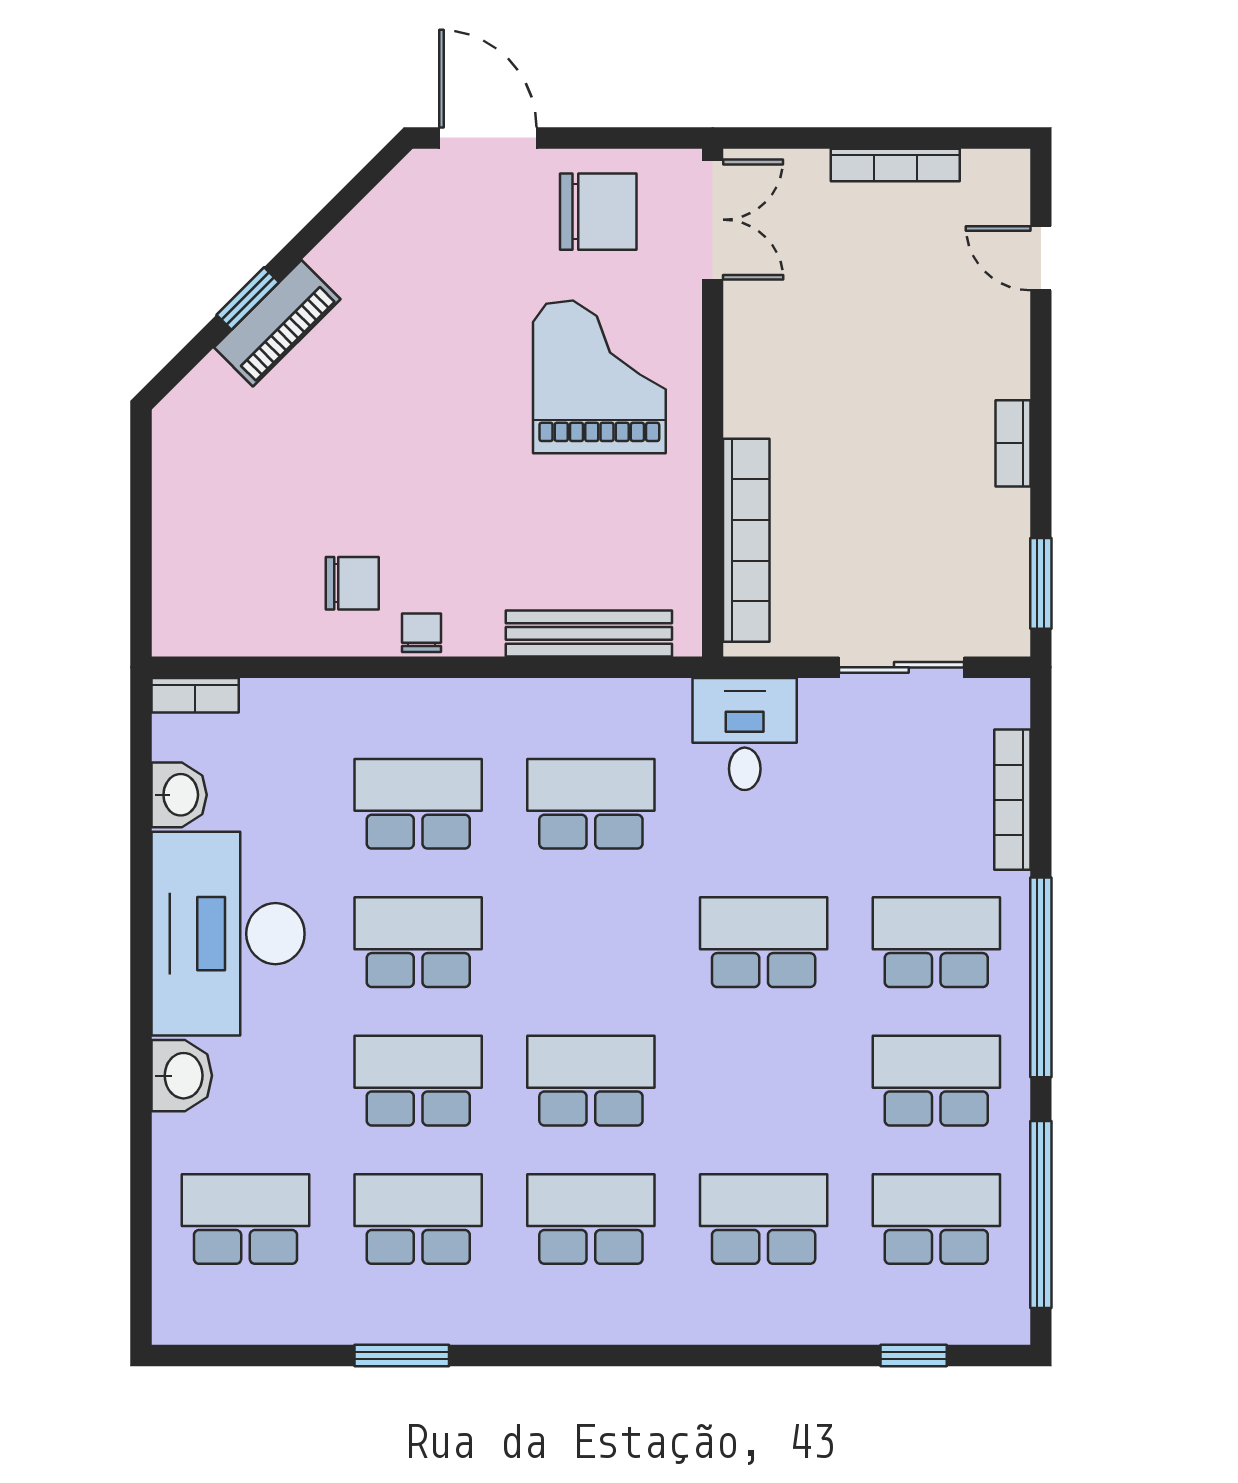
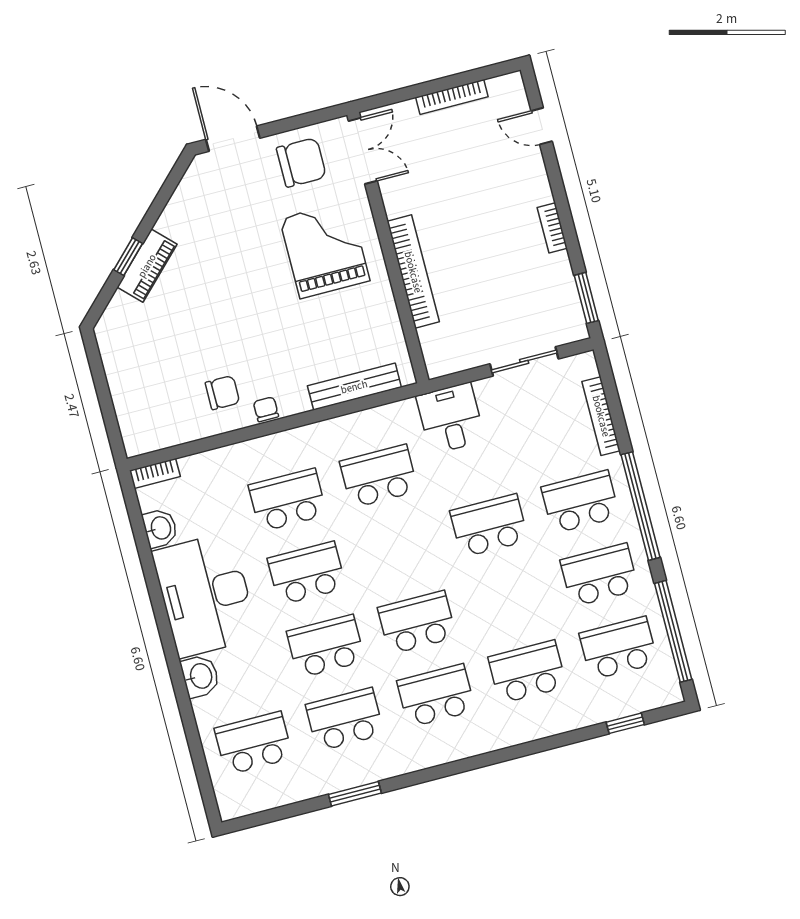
bookcase: (746, 540) -> (413, 272), moved

